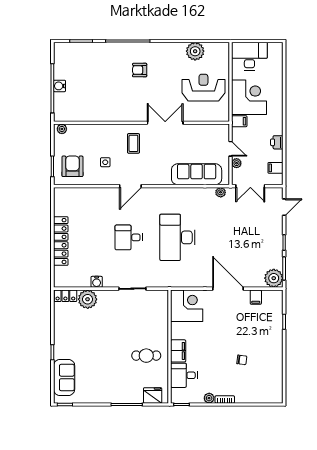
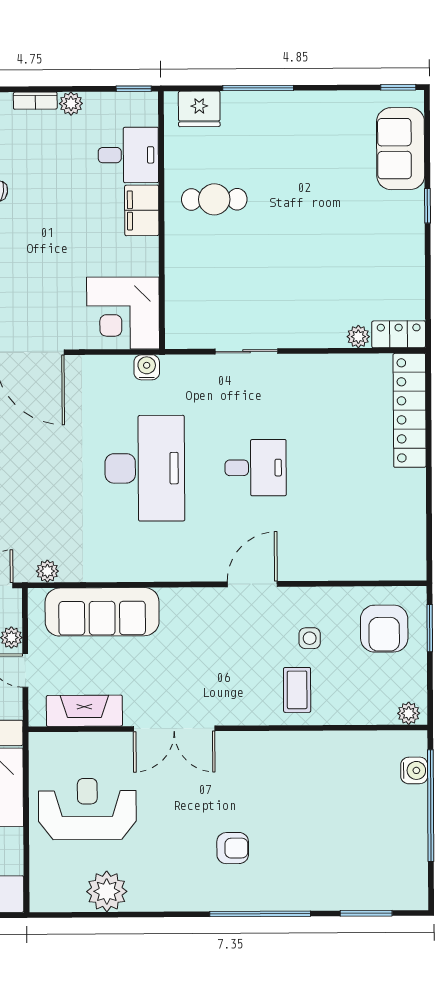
water cooler: (60, 86) -> (414, 770), moved
reception desk: (203, 88) -> (87, 809), turned 180
fireplace: (205, 131) -> (84, 711), added
coffee table: (133, 143) -> (297, 690), moved
locker: (61, 241) -> (410, 410), moved
water cooler: (97, 282) -> (147, 367), moved
plant: (88, 299) -> (358, 337), width x0.53, depth x0.53

